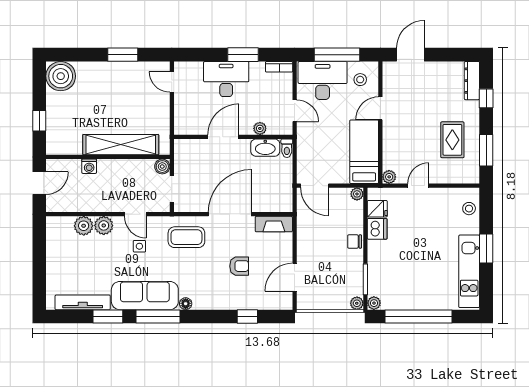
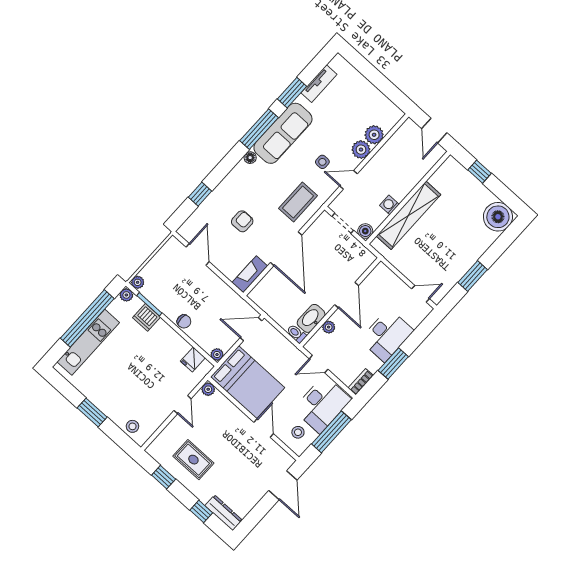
window: (486, 150) -> (164, 477), width x0.67
bed: (364, 152) -> (248, 382), width x1.50
washing machine: (89, 166) -> (389, 205), moved
dishwasher: (377, 229) -> (146, 317), moved
chair: (355, 241) -> (184, 321), turned 90
armchair: (239, 266) -> (242, 221), turned 180
kitchen unit: (469, 271) -> (88, 342), moved, turned 90
tv unit: (83, 302) -> (319, 84), width x0.71

